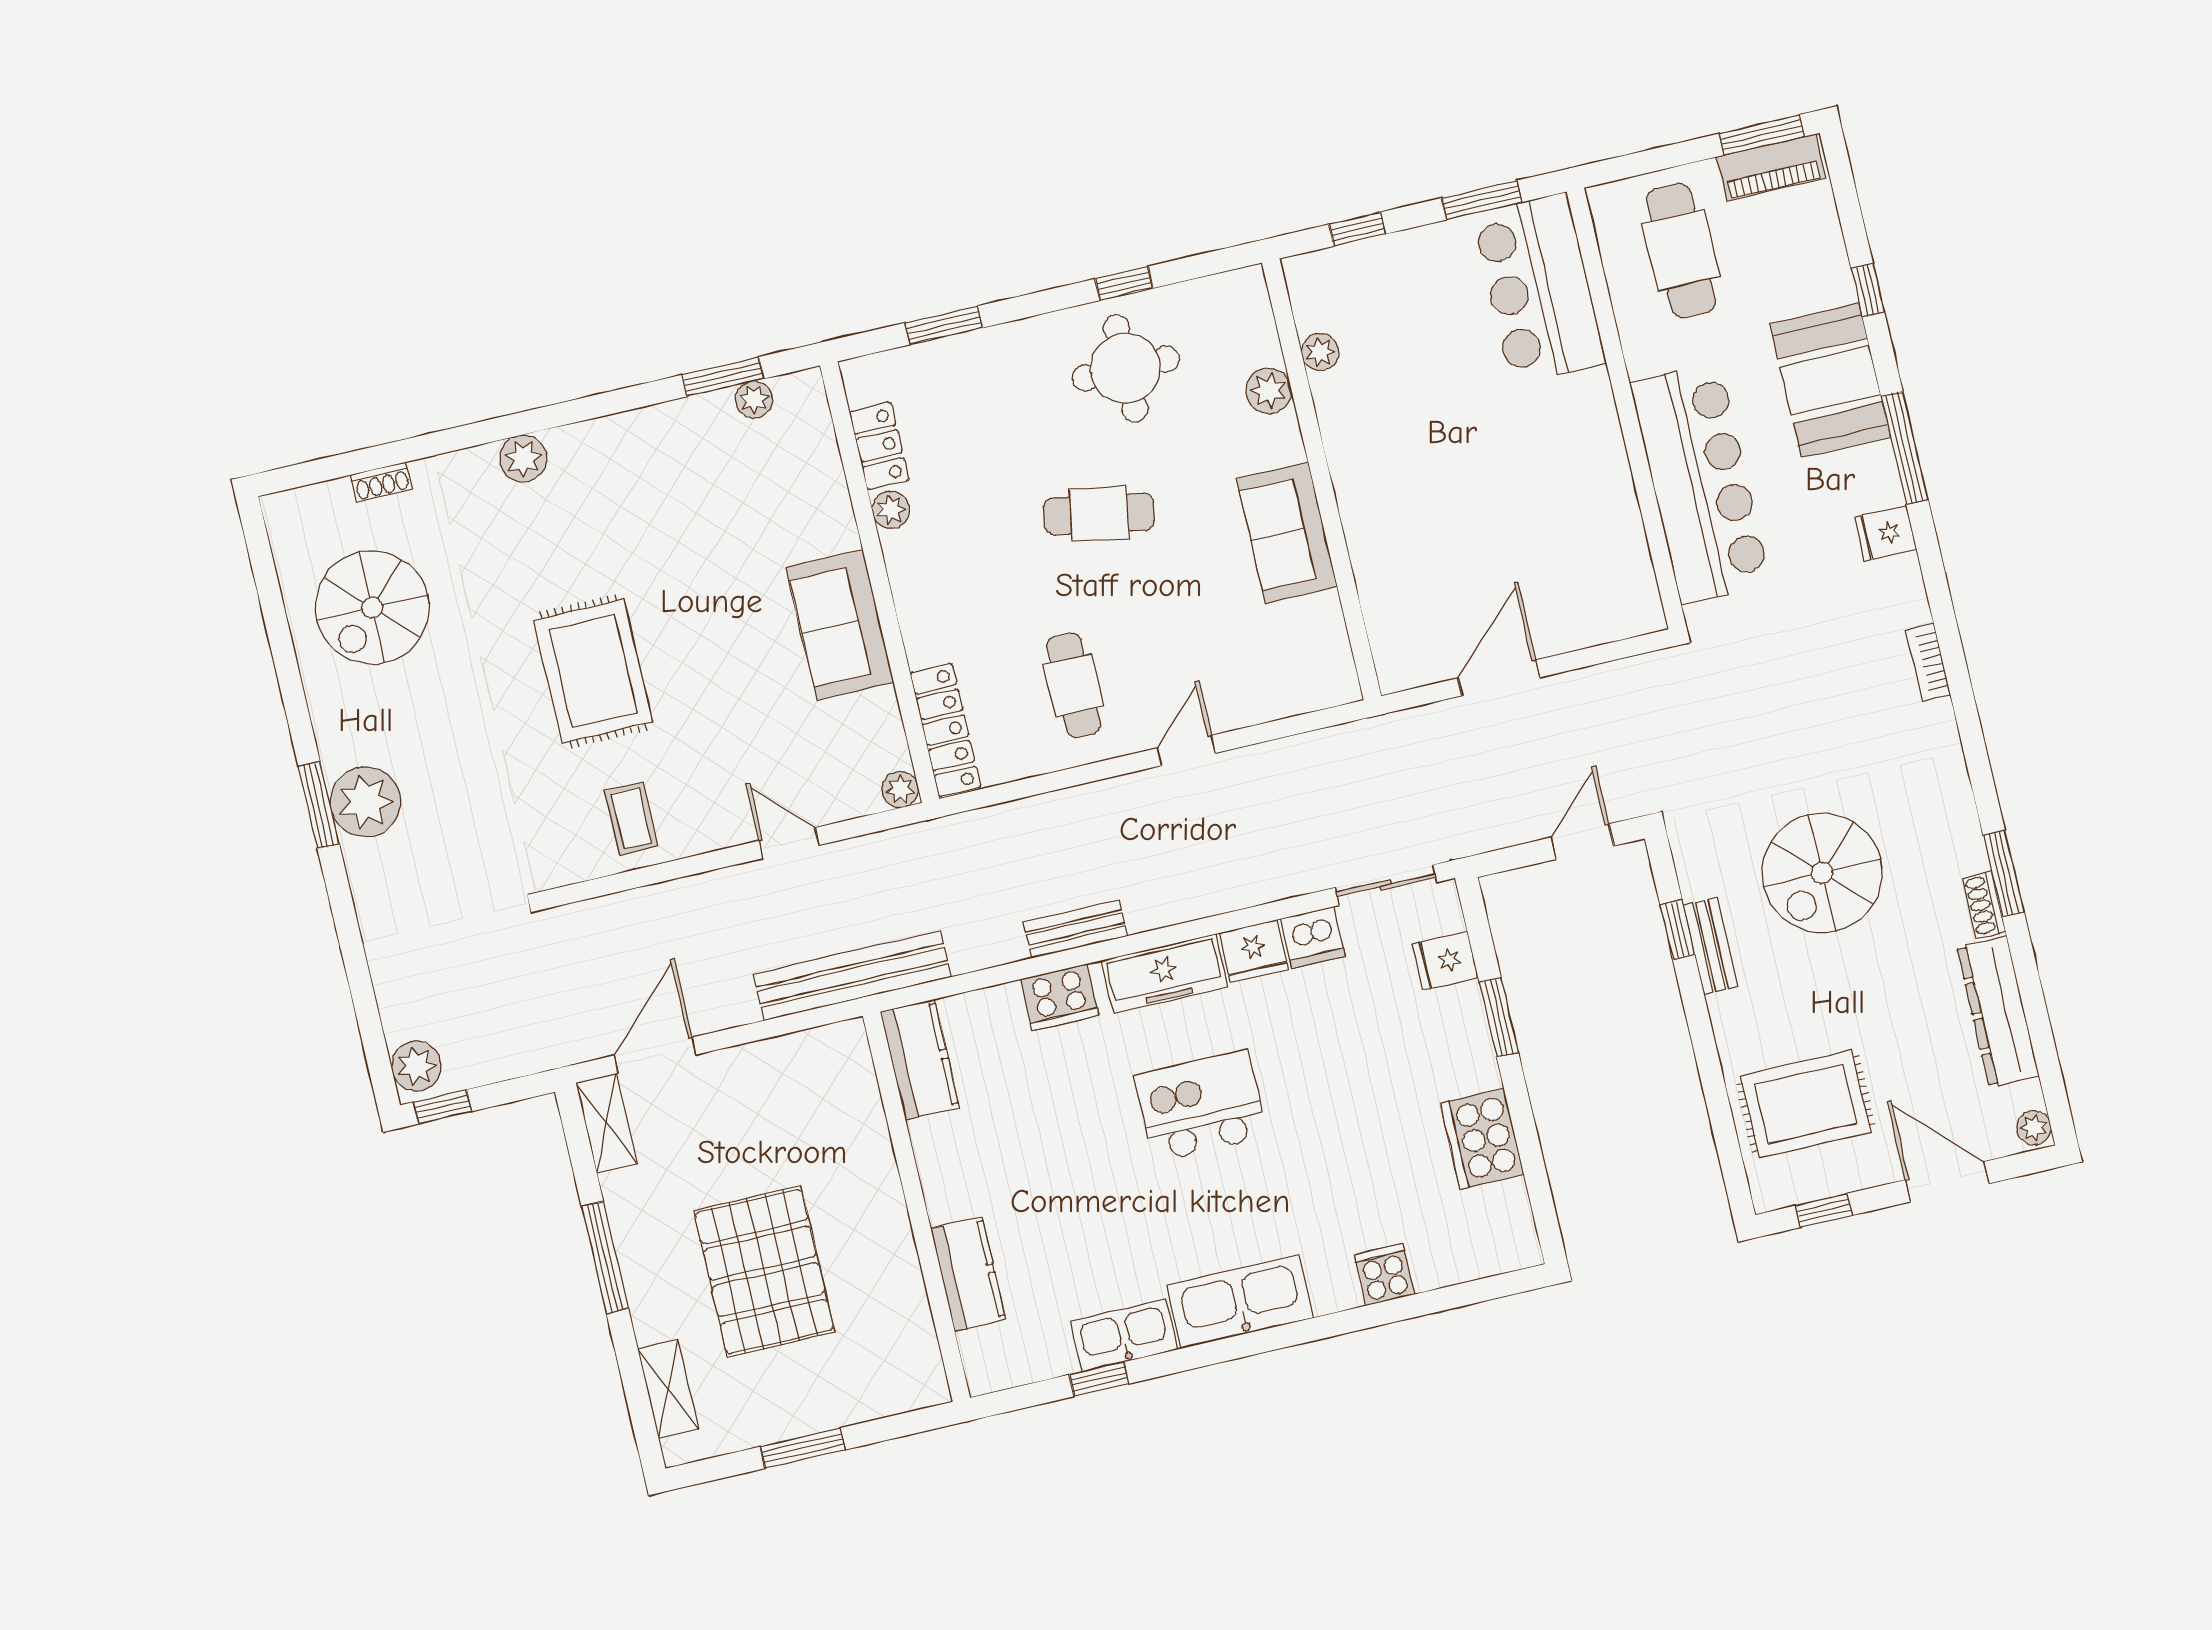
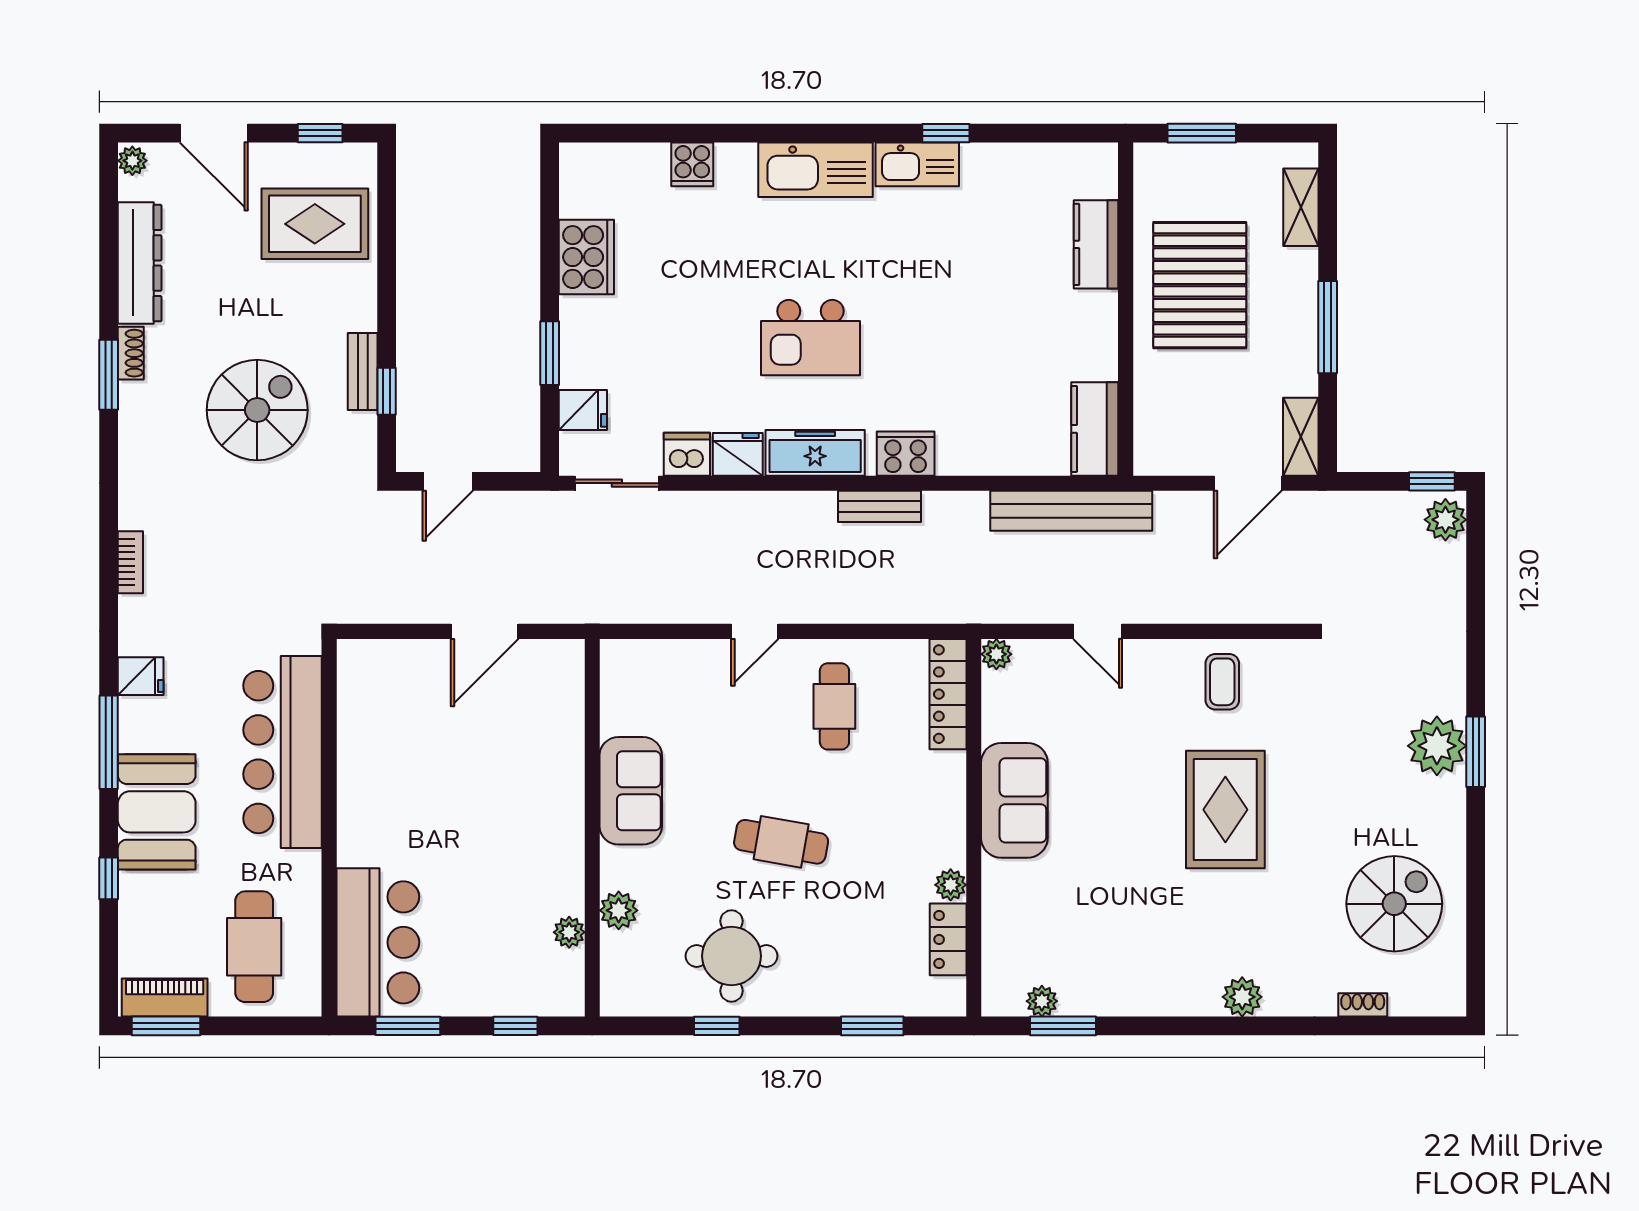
kitchen counter: (920, 1060) -> (1095, 429), moved
wall: (917, 1207) -> (1126, 309), moved
kitchen counter: (968, 1274) -> (1096, 244), moved

